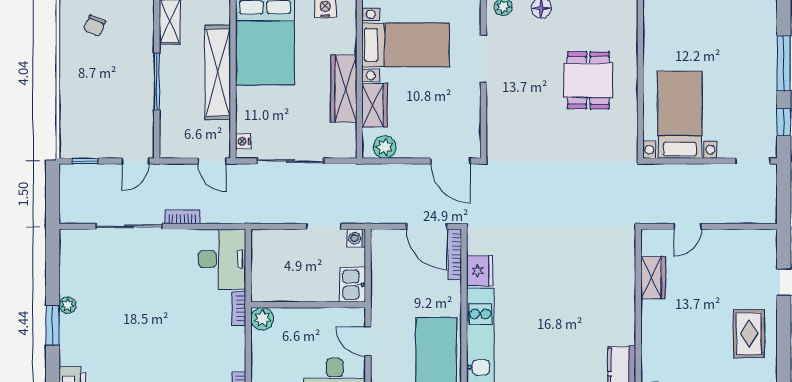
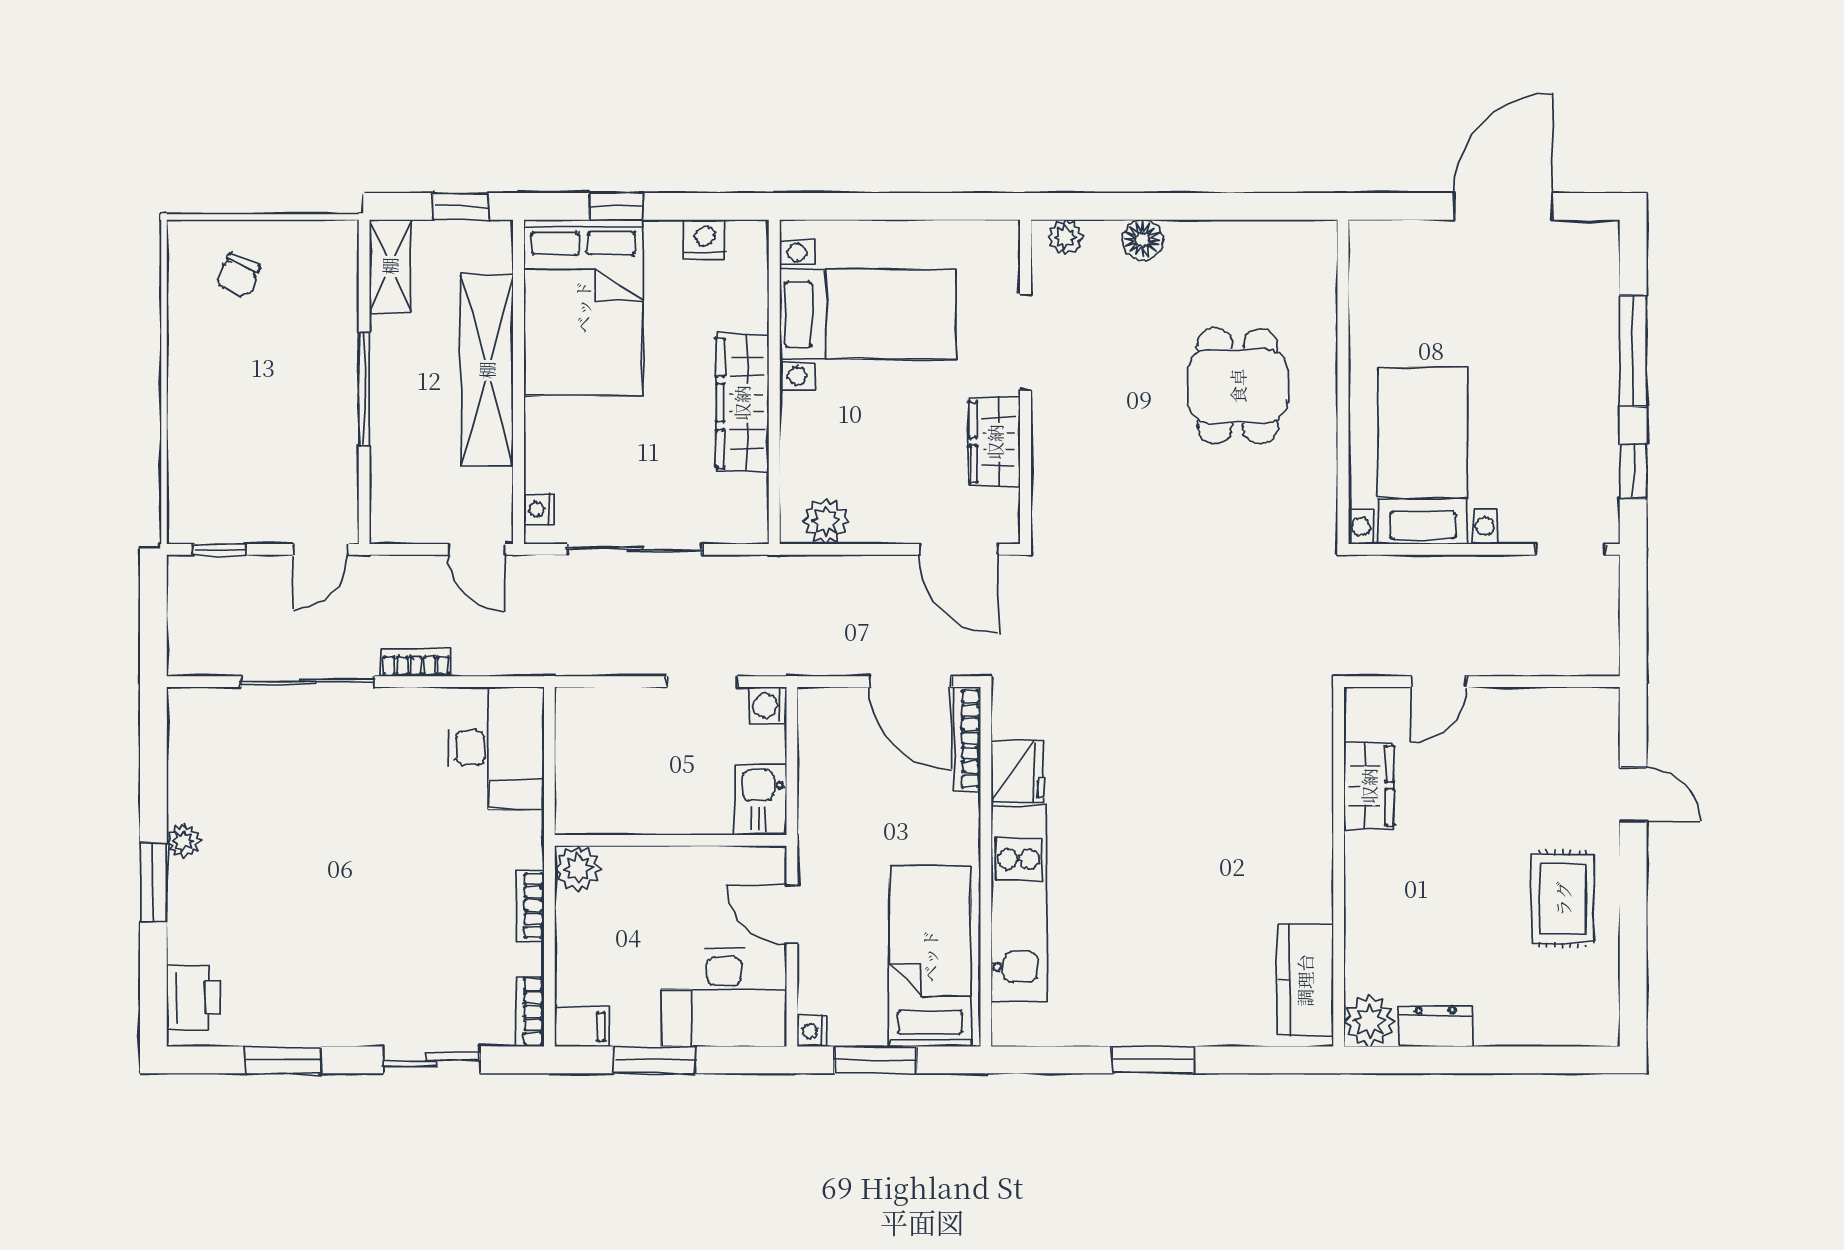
wardrobe: (375, 105) -> (995, 442), moved, turned 180
bookcase: (239, 308) -> (530, 906), moved

